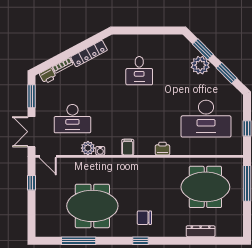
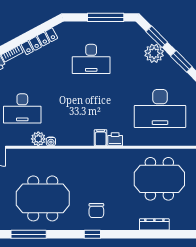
window: (153, 30) -> (106, 17), added
desk: (139, 71) -> (91, 59), width x1.37
filing cabinet: (128, 147) -> (101, 138), moved
chair: (144, 218) -> (96, 211), turned -90

